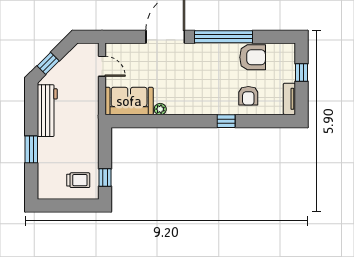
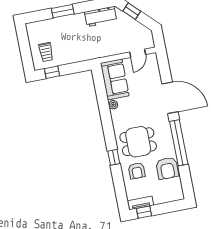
window: (302, 72) -> (144, 212), moved
dining table: (212, 87) -> (138, 142), added
armchair: (248, 96) -> (137, 171), turned -90
workbench: (47, 111) -> (101, 17), width x0.73

